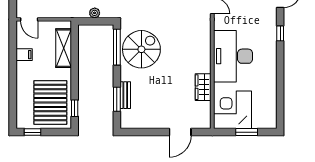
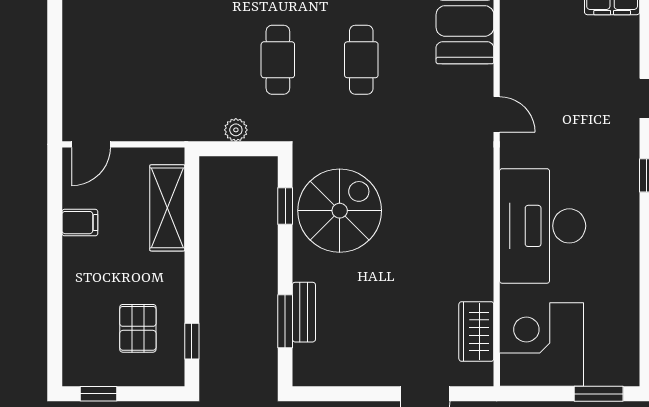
door: (29, 19) -> (91, 144), hinge flipped
window: (117, 47) -> (285, 206), width x0.46
wardrobe: (203, 87) -> (476, 331), moved
pallet: (50, 102) -> (138, 328), width x0.49, depth x0.50
window: (247, 132) -> (599, 394), moved

